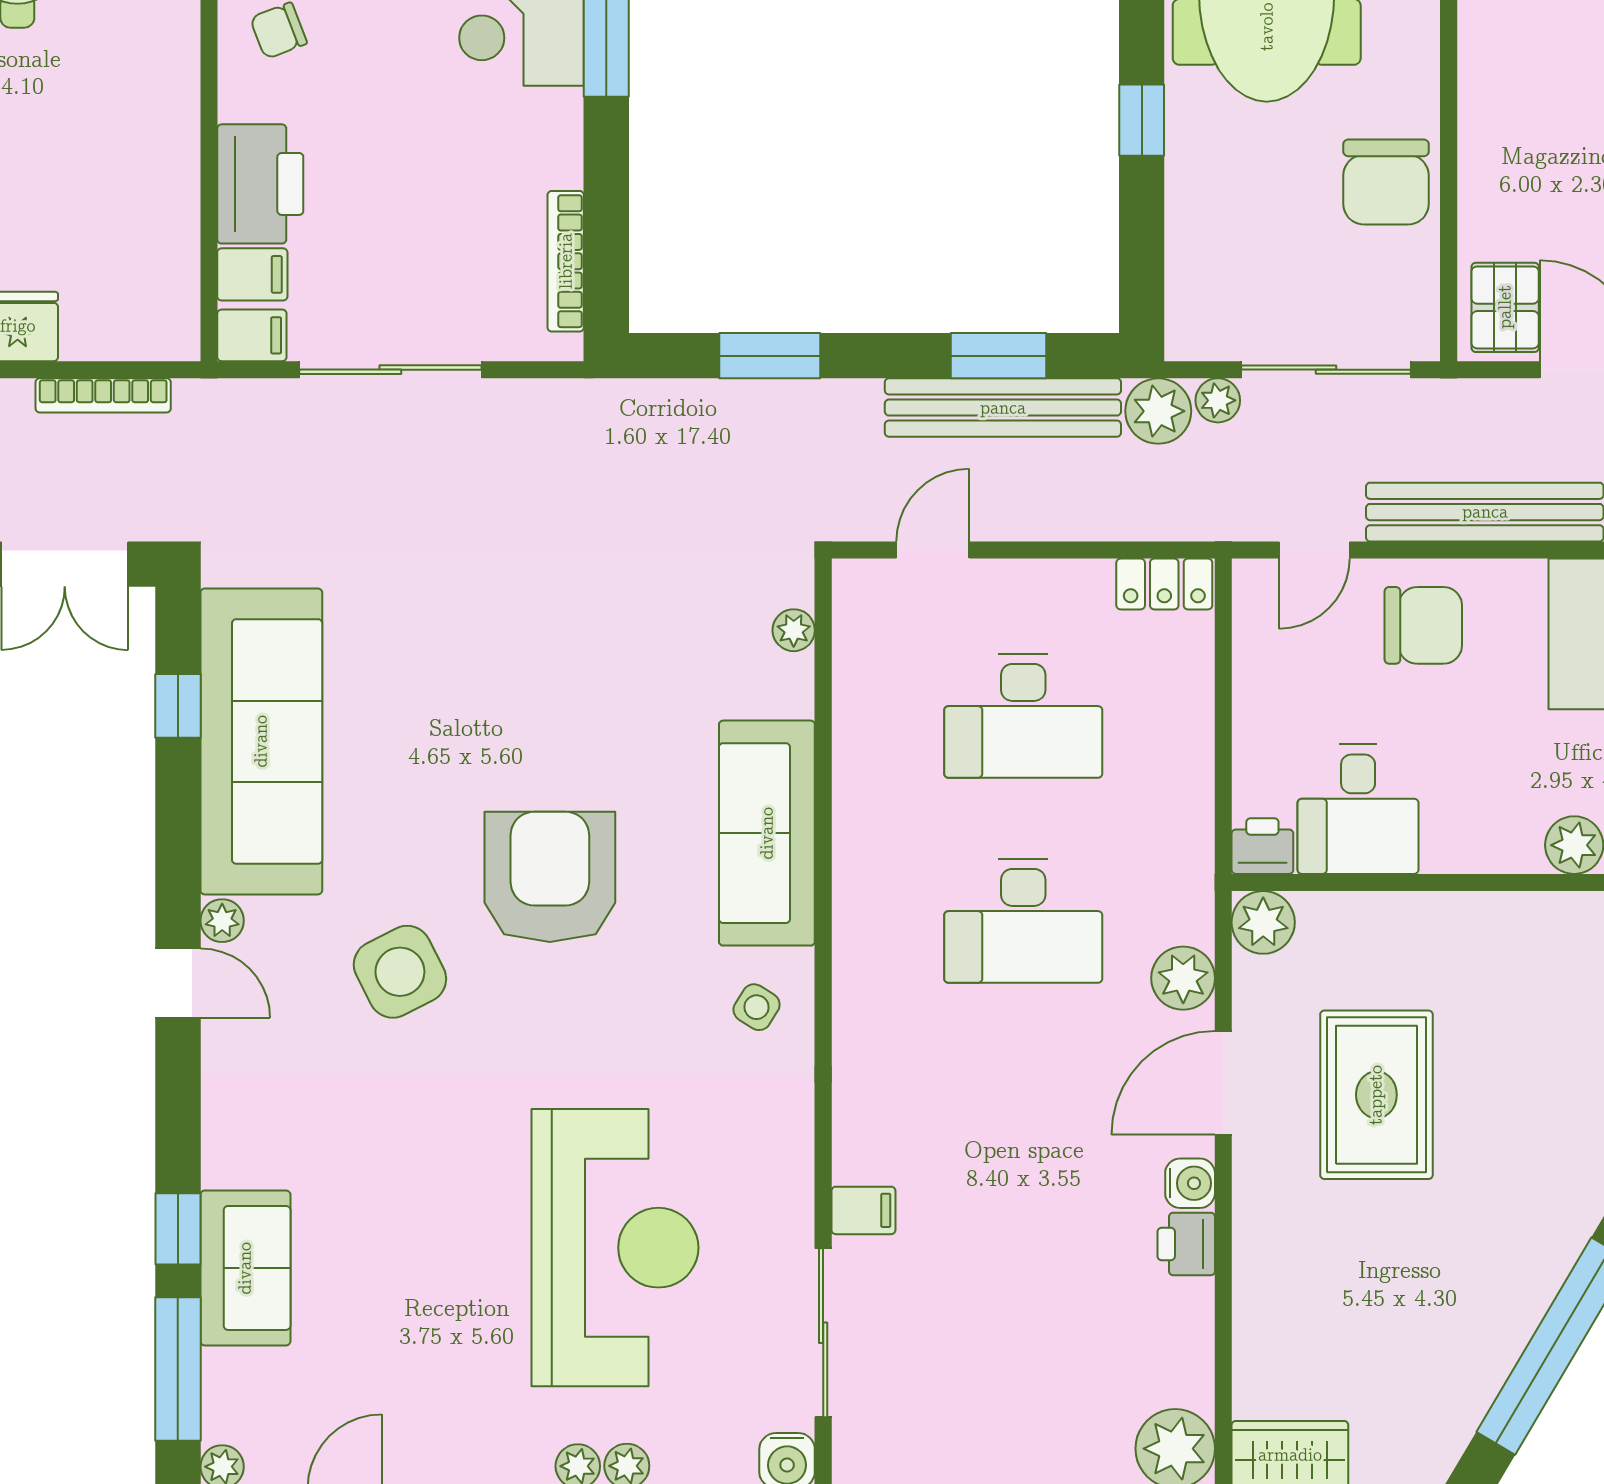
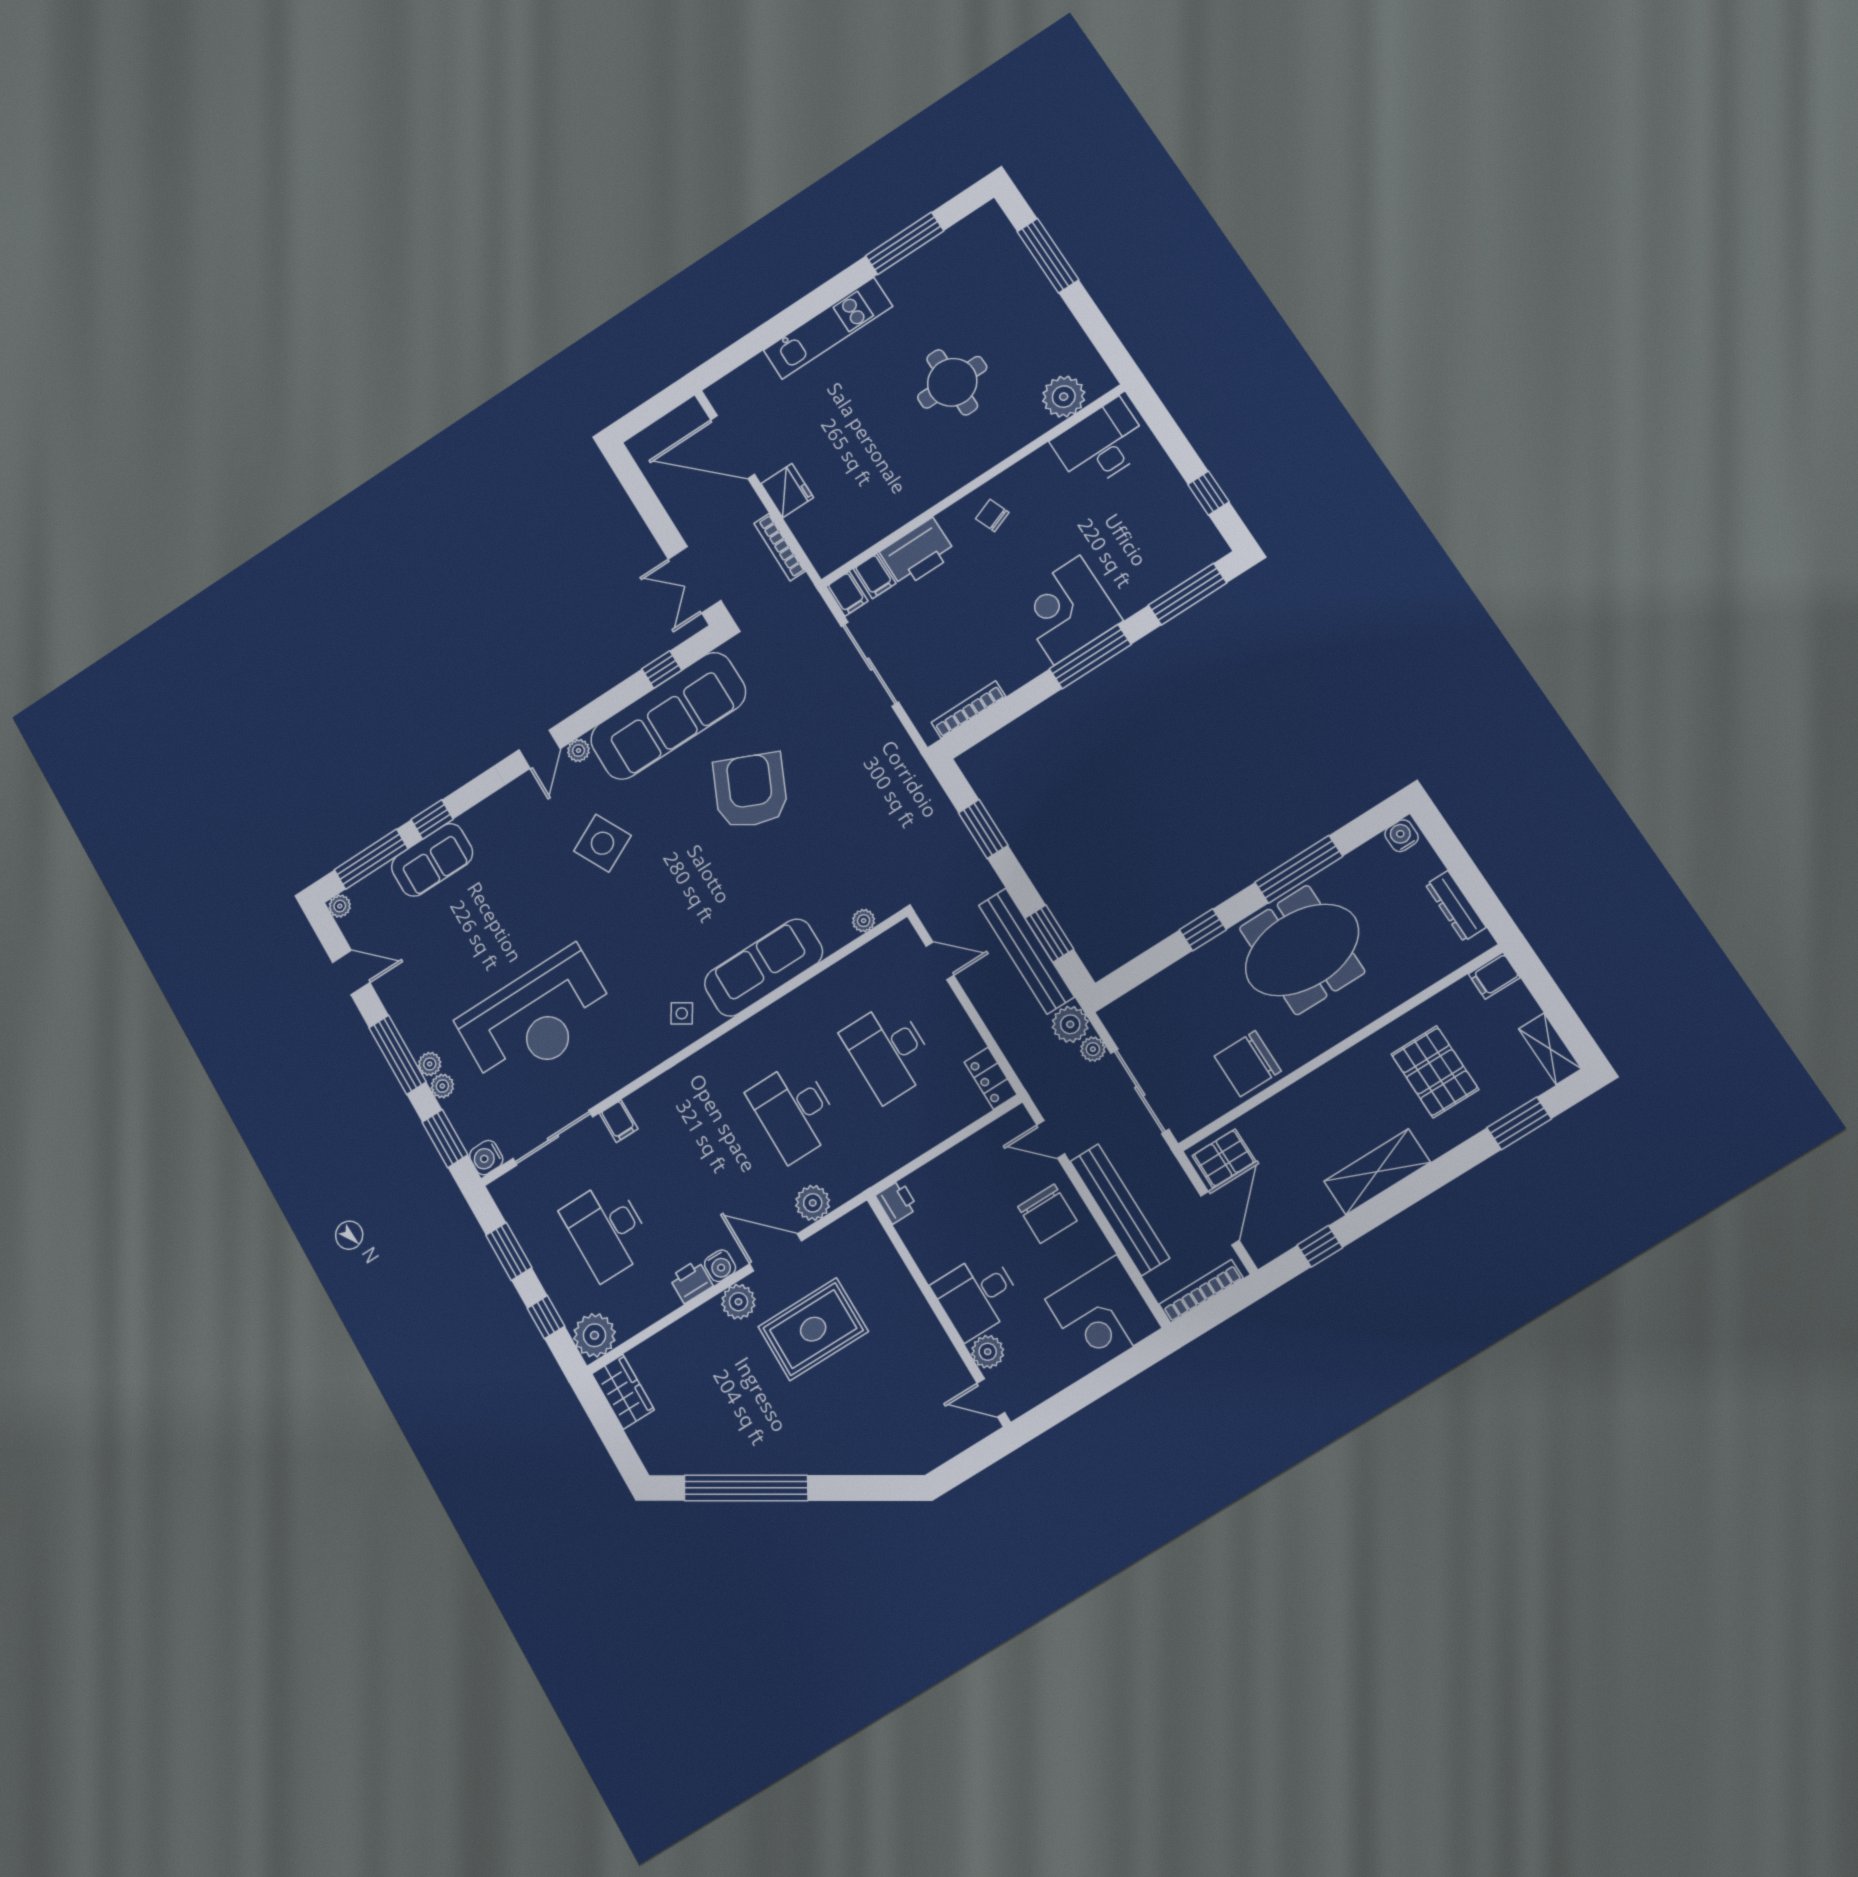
desk: (1358, 809) -> (977, 1296), moved
armchair: (550, 877) -> (750, 791), moved, turned -66
plant: (1263, 922) -> (738, 1302), moved
desk: (1023, 1331) -> (607, 1230), added

